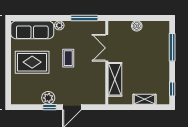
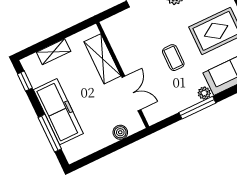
window: (84, 18) -> (197, 108), moved
boiler: (137, 26) -> (120, 132), moved
freezer: (160, 59) -> (58, 112), added

